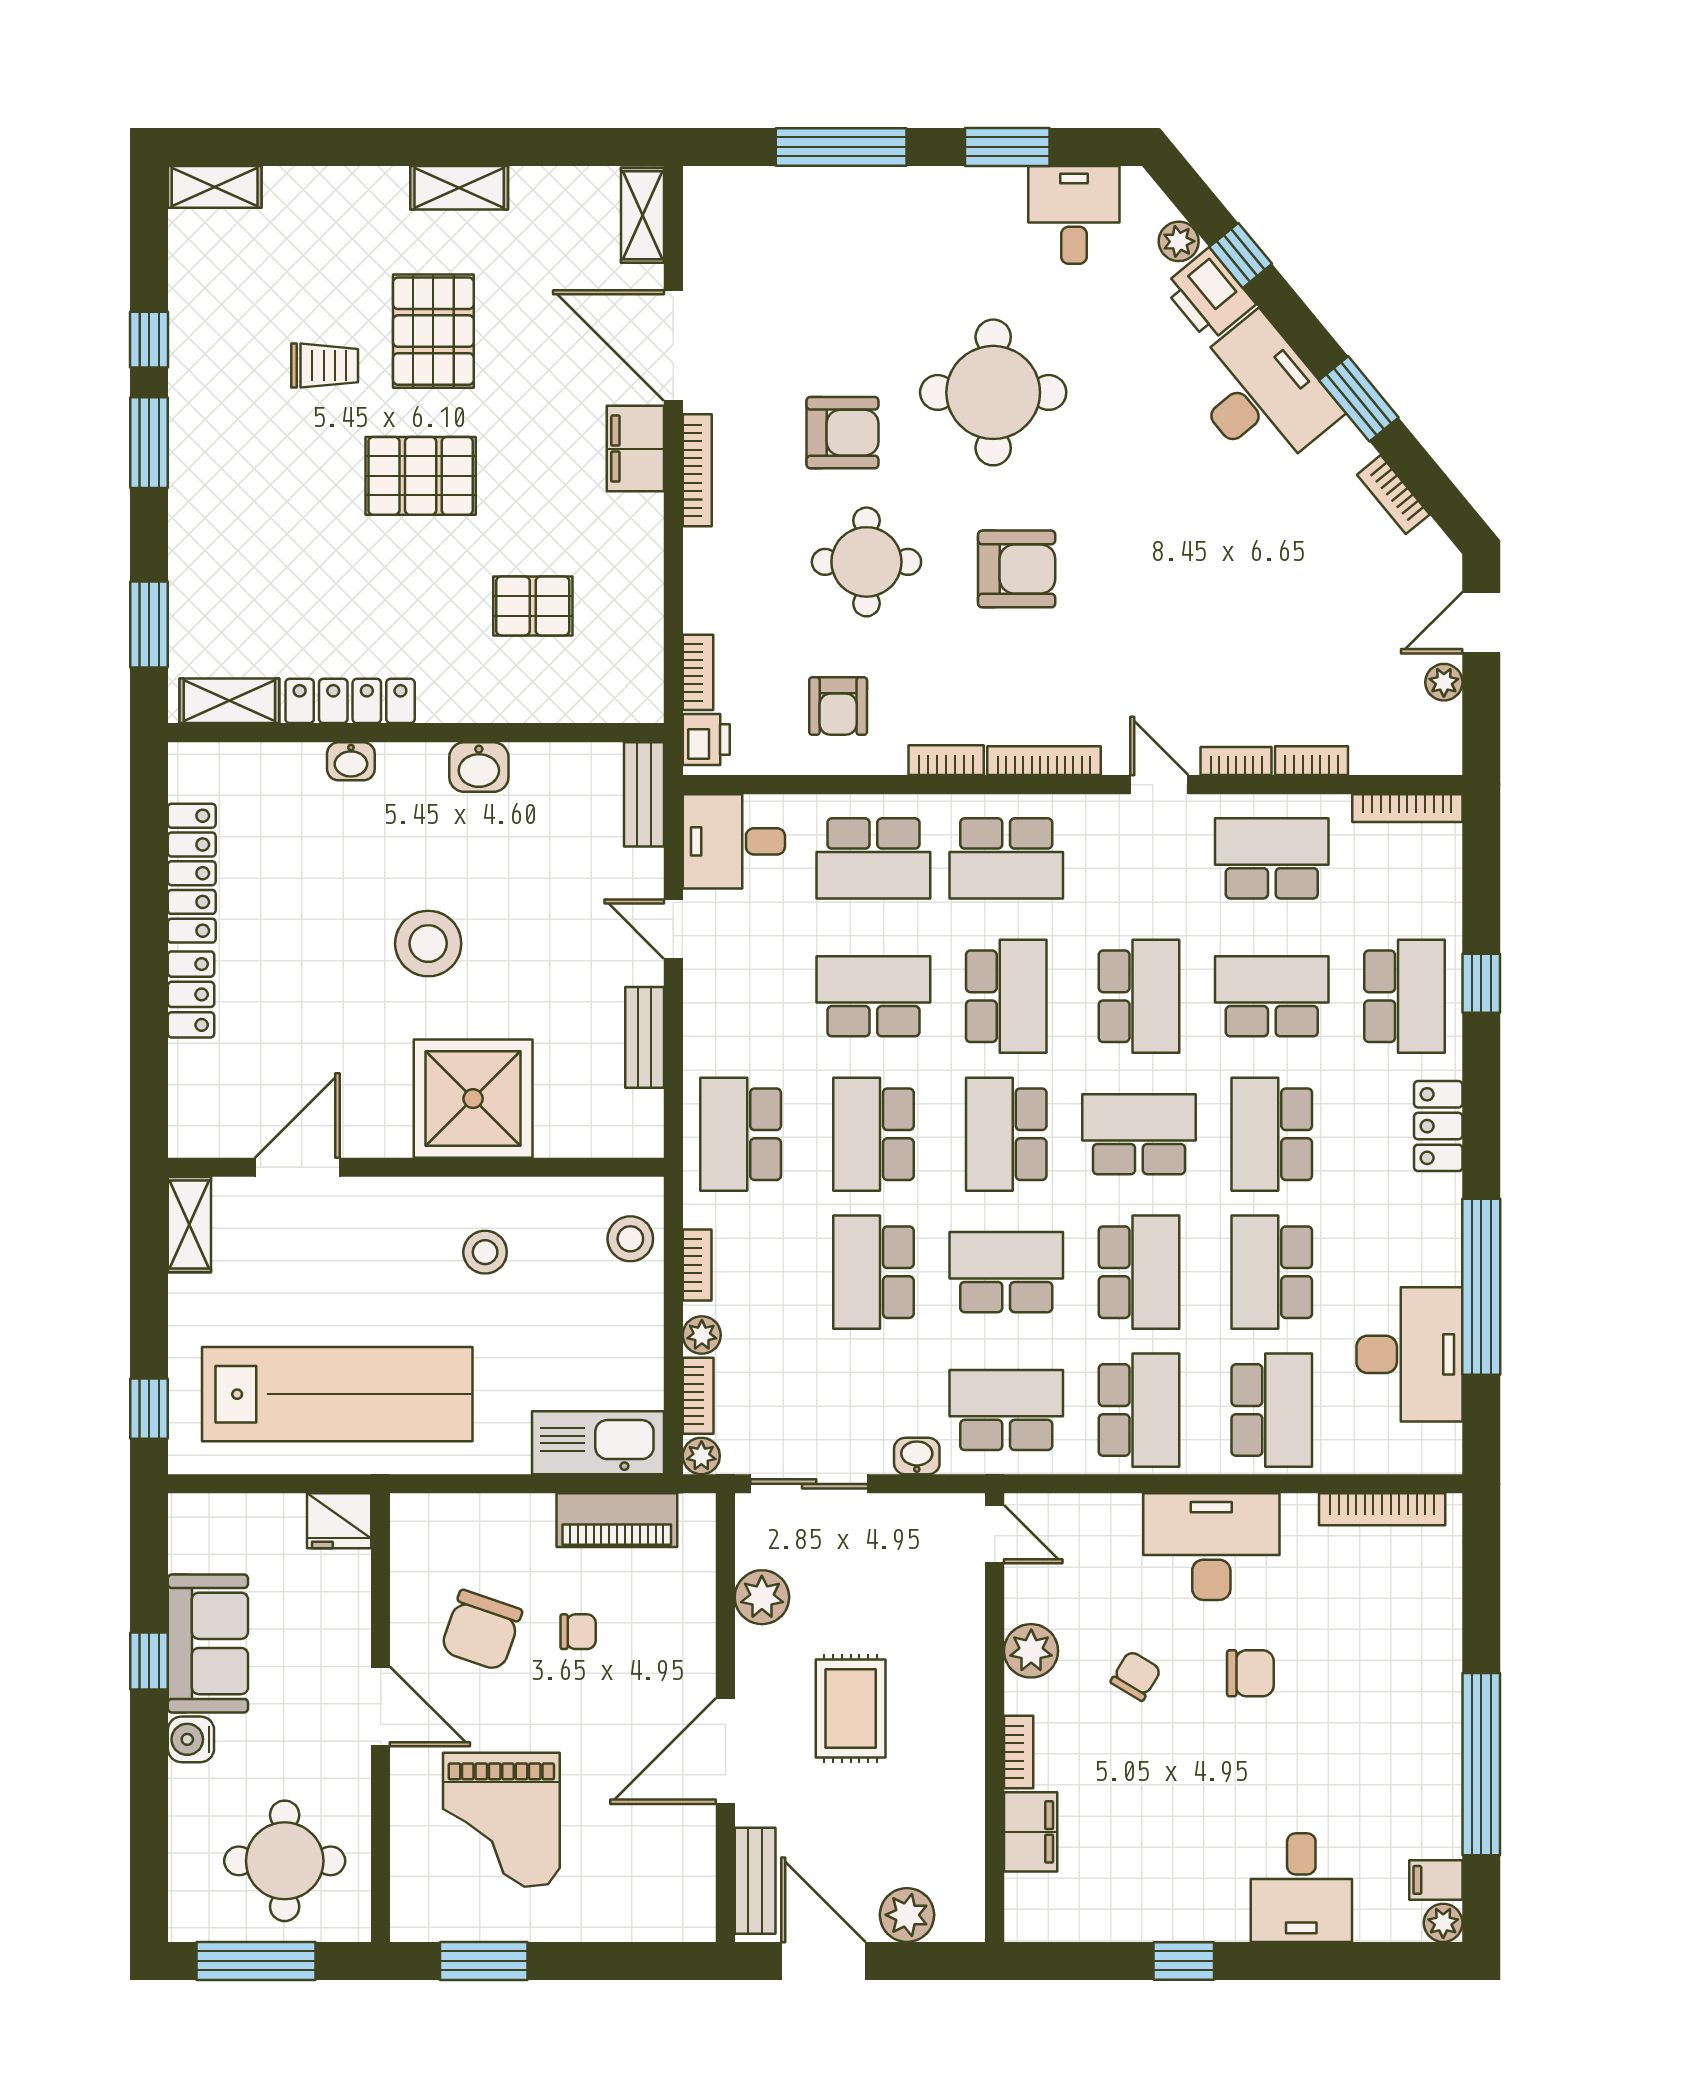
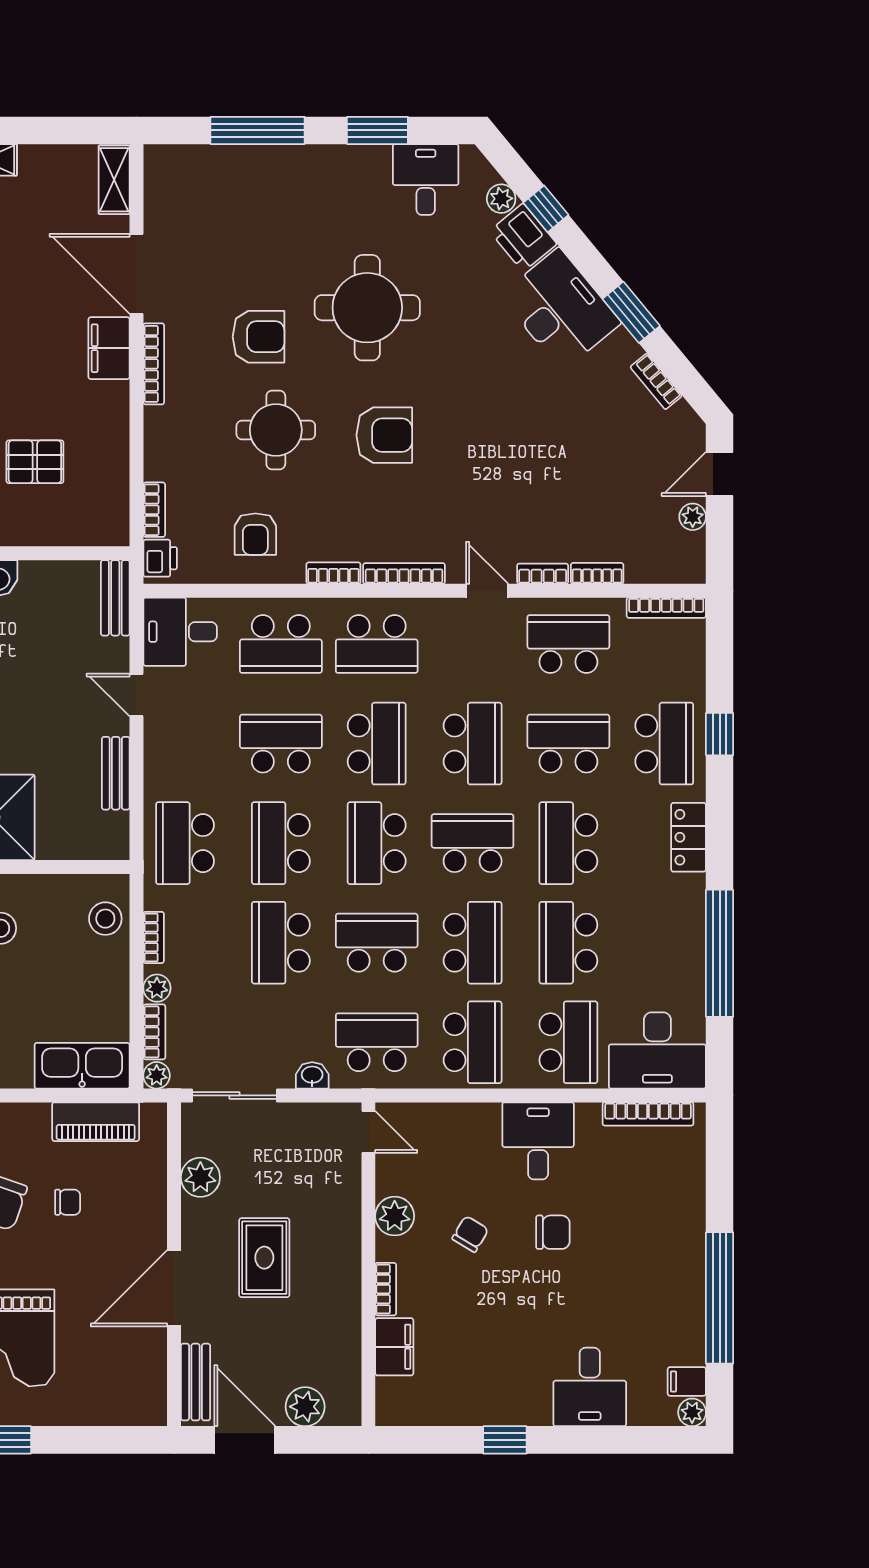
desk: (1409, 1354) -> (657, 1050), moved, turned 90
desk: (1211, 1547) -> (538, 1141), width x0.73

